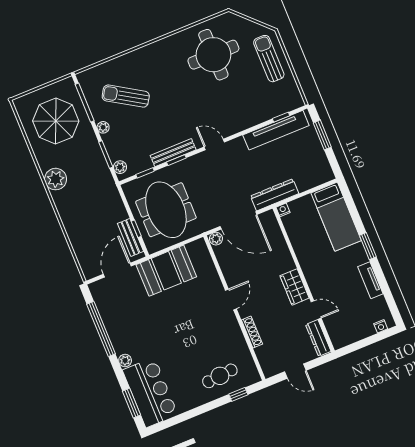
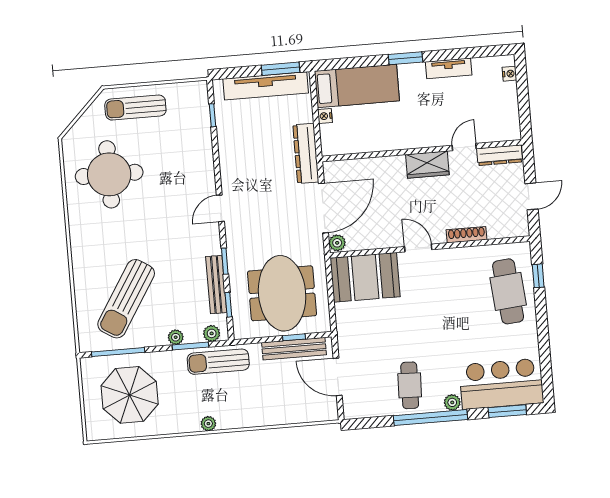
sun lounger: (126, 96) -> (126, 299), width x1.36, depth x1.34
plant: (103, 127) -> (176, 337), moved
tv unit: (276, 130) -> (266, 86), moved, turned 90
window: (322, 135) -> (281, 69), moved
bench: (173, 153) -> (216, 285), moved
plant: (56, 179) -> (208, 424), width x0.53, depth x0.53
sun lounger: (101, 179) -> (218, 362), added
meeting table: (166, 210) -> (282, 293), turned 90
nightstand: (283, 210) -> (325, 116), moved
bench: (130, 237) -> (294, 349), width x1.36
booth: (166, 271) -> (365, 277), moved, turned 90
cafe table: (128, 325) -> (410, 385), added
window: (101, 329) -> (430, 418), moved
cafe table: (220, 376) -> (508, 291), width x1.37, depth x1.35

